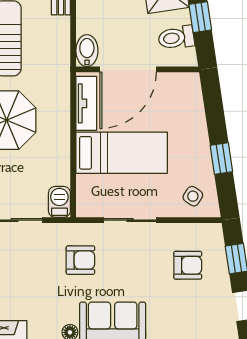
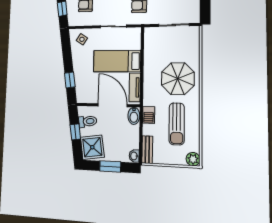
door: (128, 69) -> (113, 105), hinge flipped
window: (221, 158) -> (70, 80), moved
barbecue: (59, 202) -> (149, 115), moved

